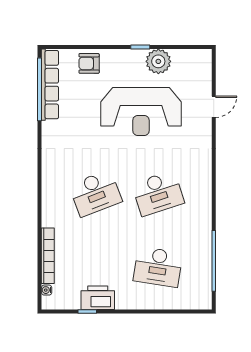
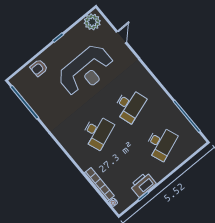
plant: (158, 61) -> (92, 22), moved
row of seats: (50, 85) -> (28, 95), removed
desk: (158, 267) -> (161, 143), turned -30

